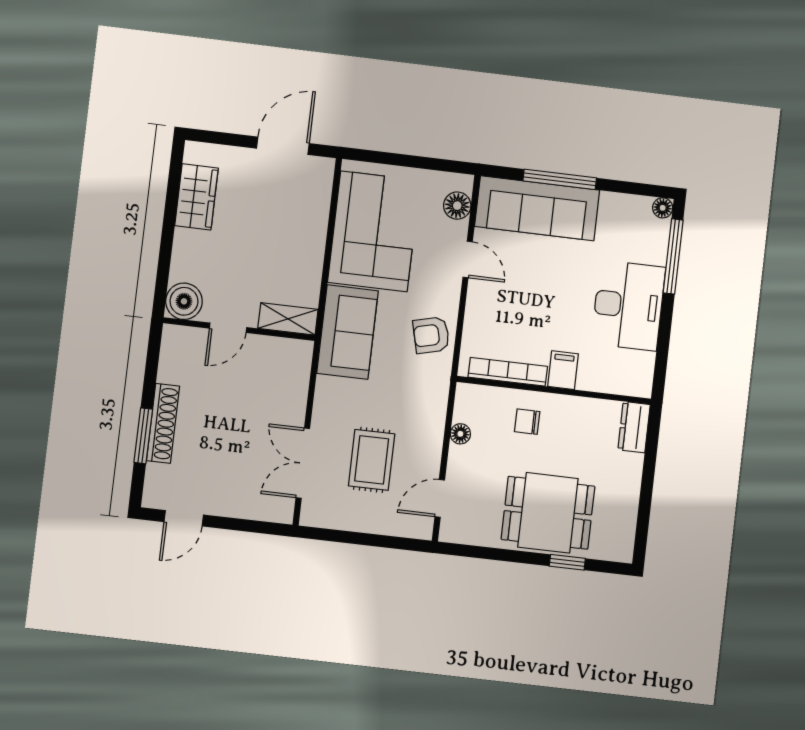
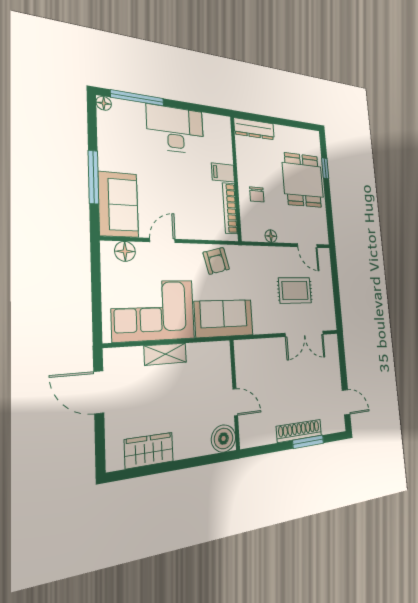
sofa: (537, 208) -> (118, 204), width x0.73
shelving: (288, 319) -> (165, 354), moved, turned 90
dresser: (634, 427) -> (254, 129), width x1.44

